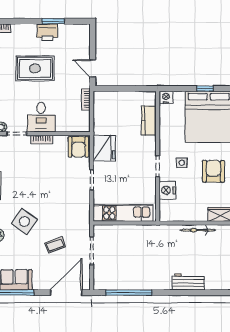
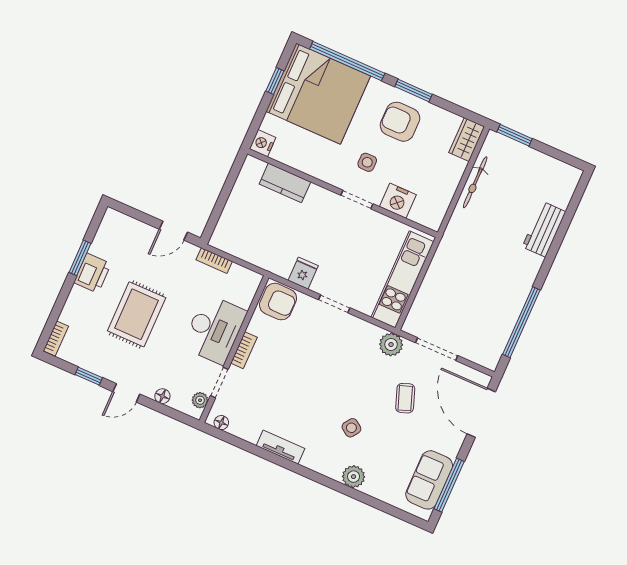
desk: (41, 117) -> (214, 329), width x1.37
fridge: (104, 148) -> (303, 273), width x0.53, depth x0.75
side table: (24, 221) -> (351, 428), width x0.54, depth x0.54
plant: (83, 223) -> (391, 344), added

